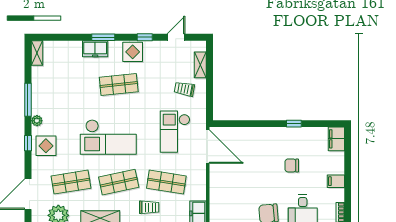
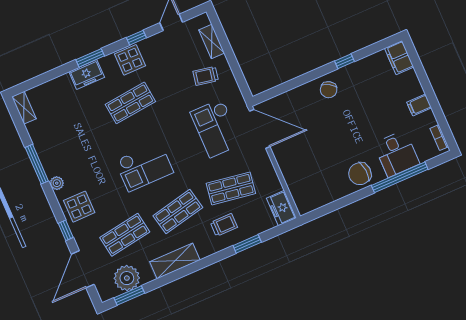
checkout: (108, 137) -> (144, 167), width x0.73, depth x0.83
window: (28, 143) -> (66, 230), moved
chair: (292, 165) -> (329, 90), moved, turned -59

